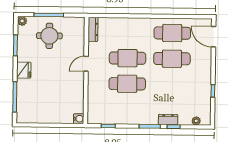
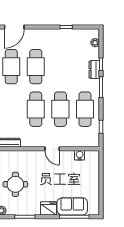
door: (86, 64) -> (52, 149), moved
sofa: (26, 95) -> (72, 206), added
cafe table: (127, 109) -> (85, 109), added
water cooler: (79, 119) -> (80, 155), moved

